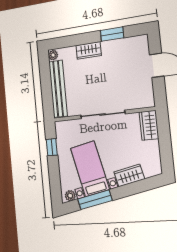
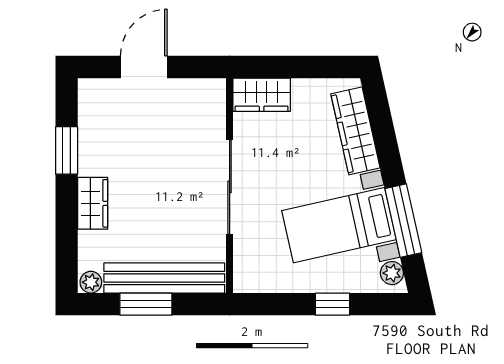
window: (46, 82) -> (146, 304), added
window: (52, 147) -> (333, 304), moved
wardrobe: (129, 175) -> (355, 131), width x1.50

